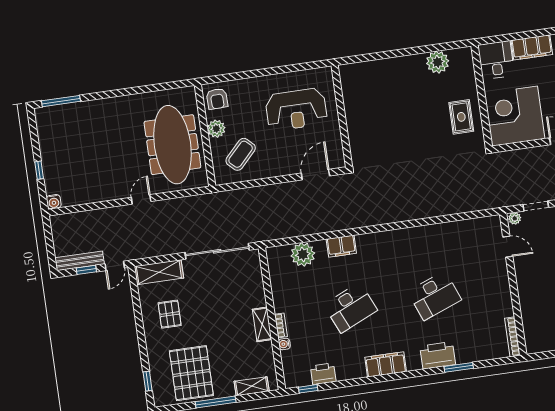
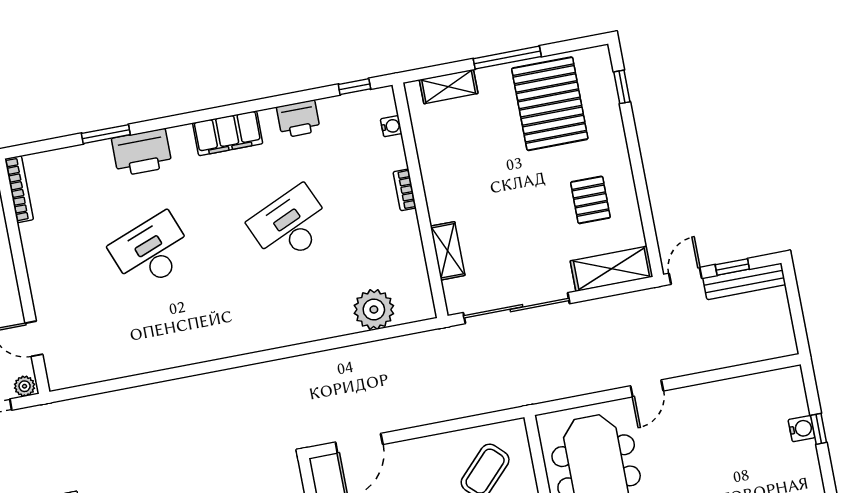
water cooler: (54, 202) -> (802, 429), moved, turned 90
filing cabinet: (341, 246) -> (310, 326), removed
shelving: (262, 324) -> (448, 251), moved
water cooler: (284, 344) -> (391, 126), moved
printer: (323, 374) -> (298, 119), moved

